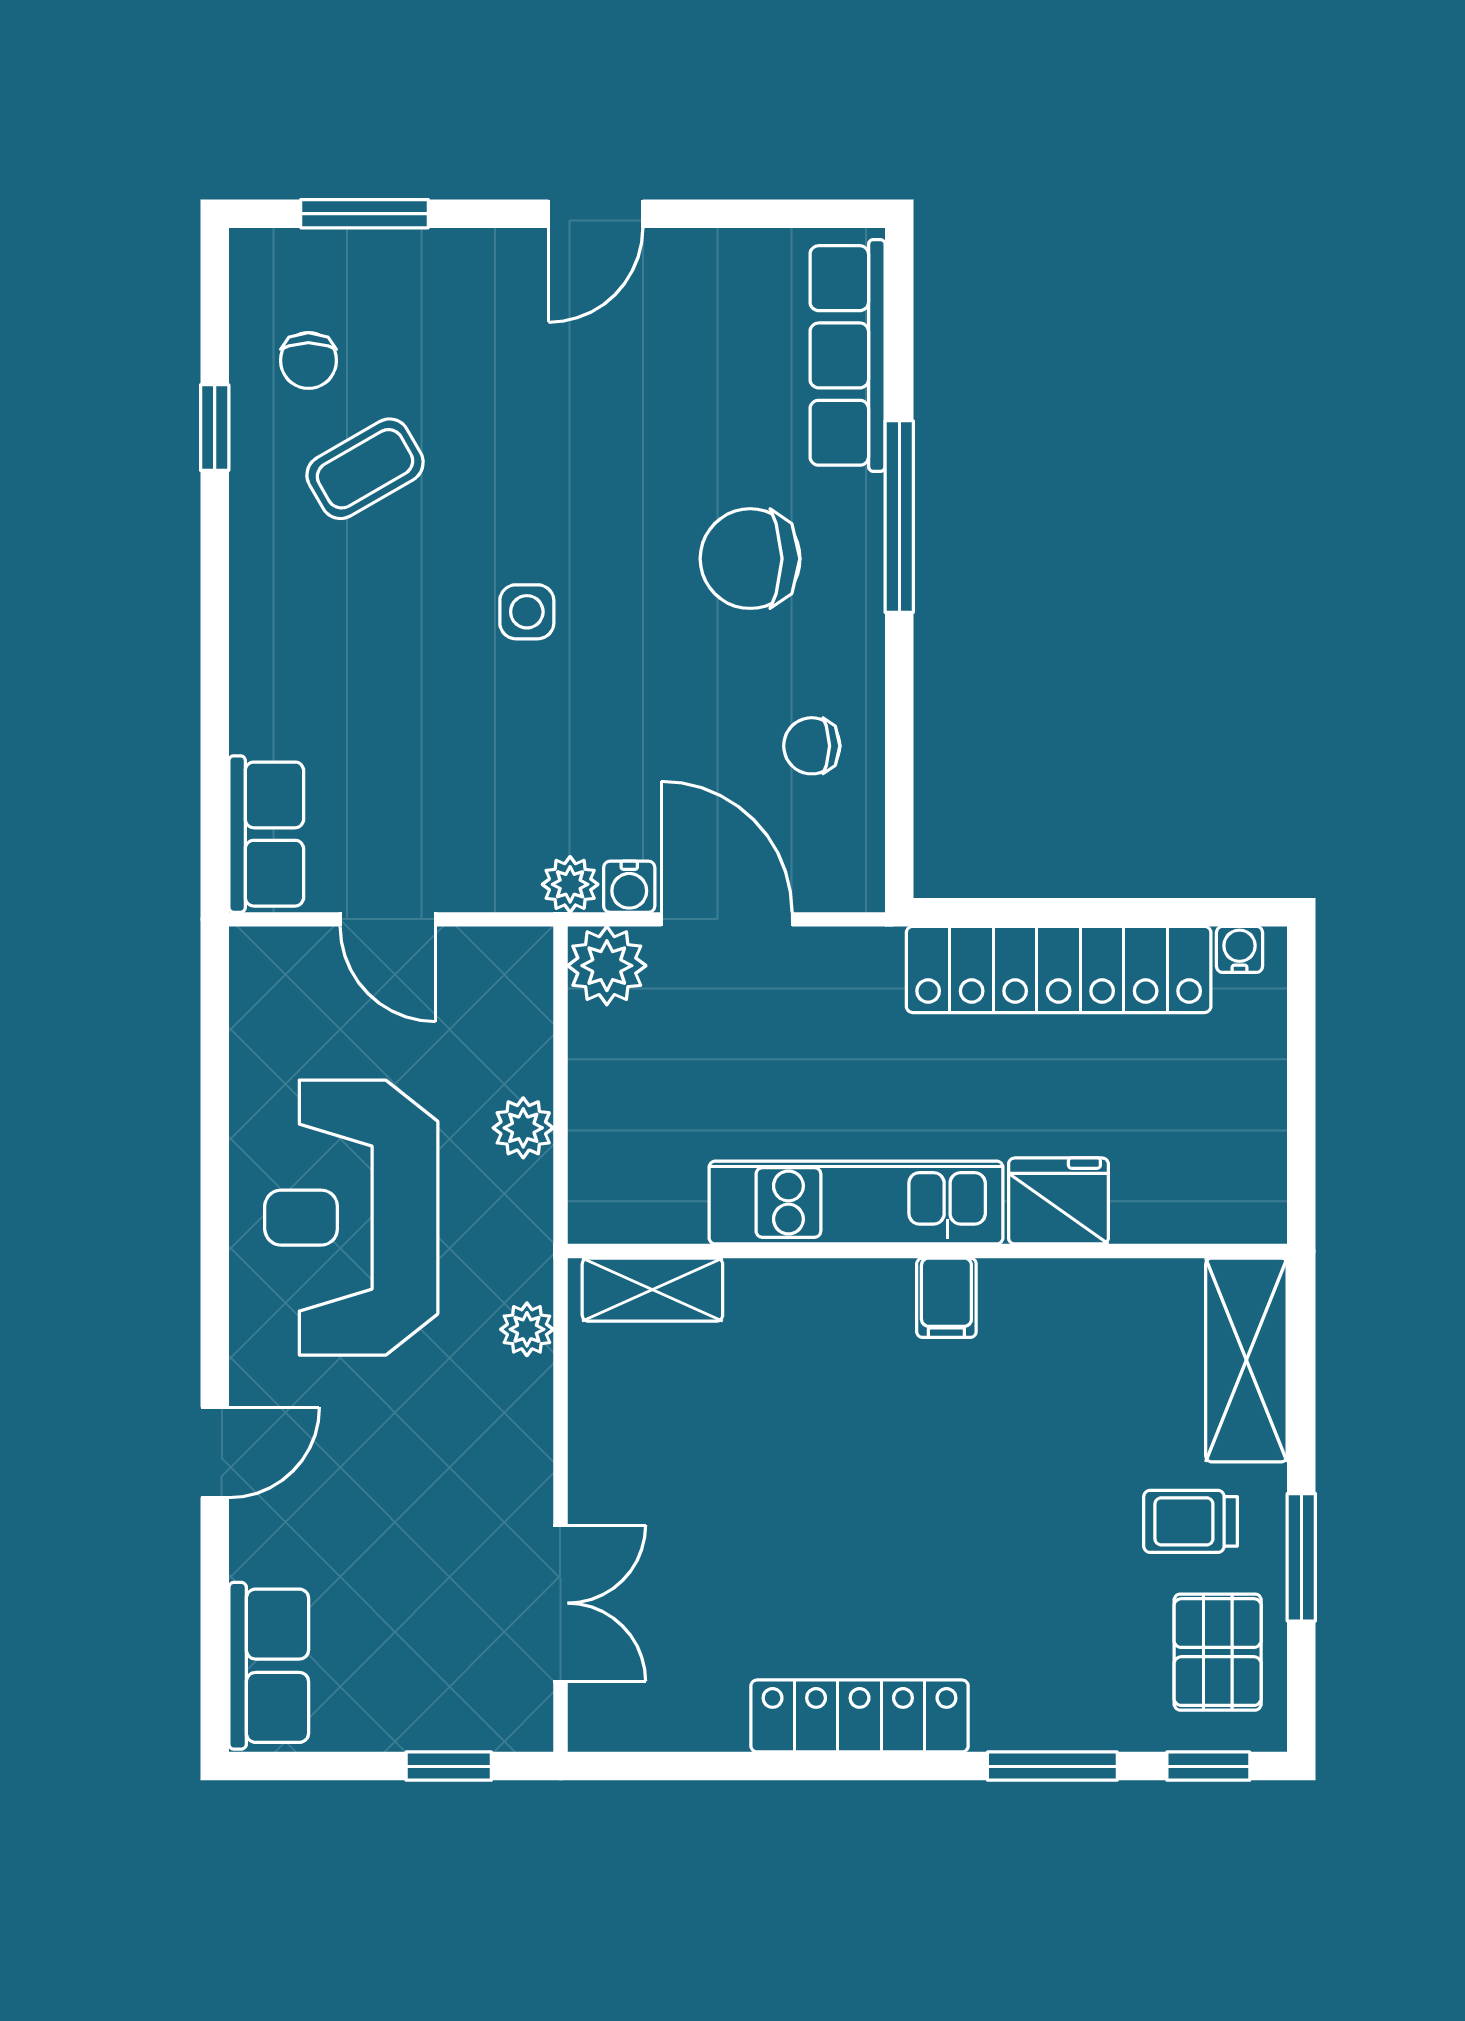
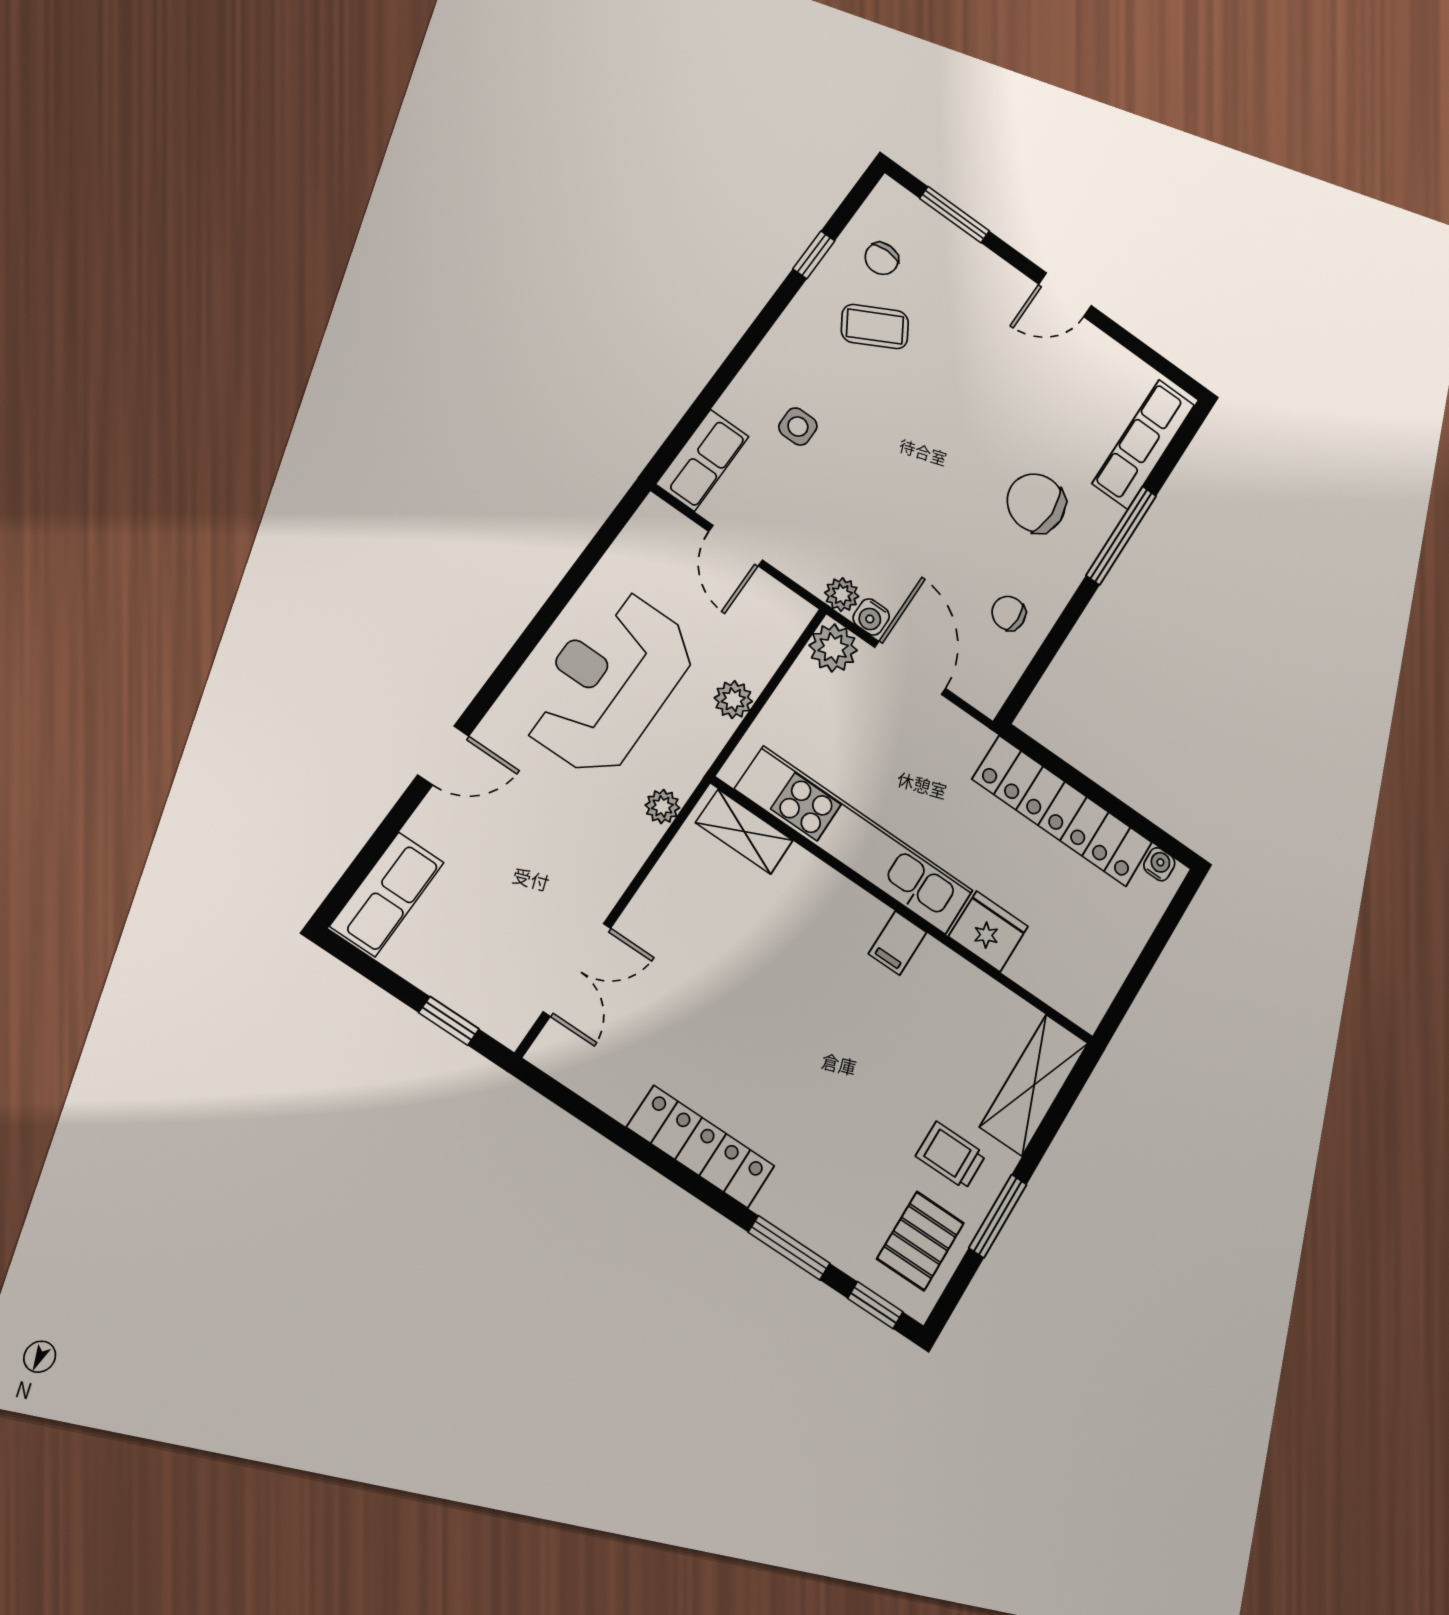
side table: (527, 612) -> (798, 426), moved
kitchen unit: (856, 1203) -> (854, 840), width x1.36

